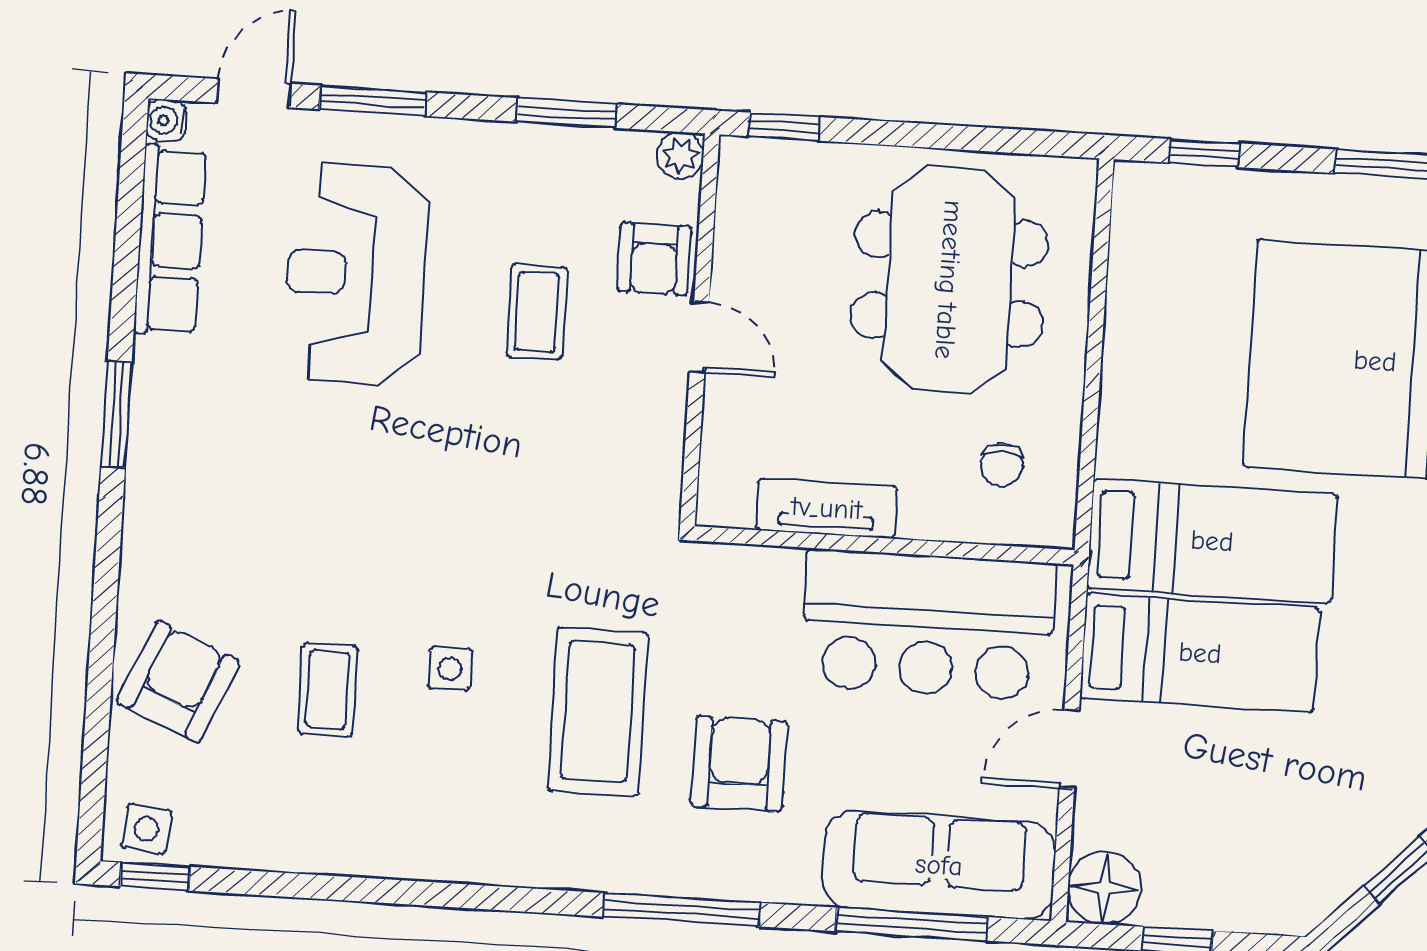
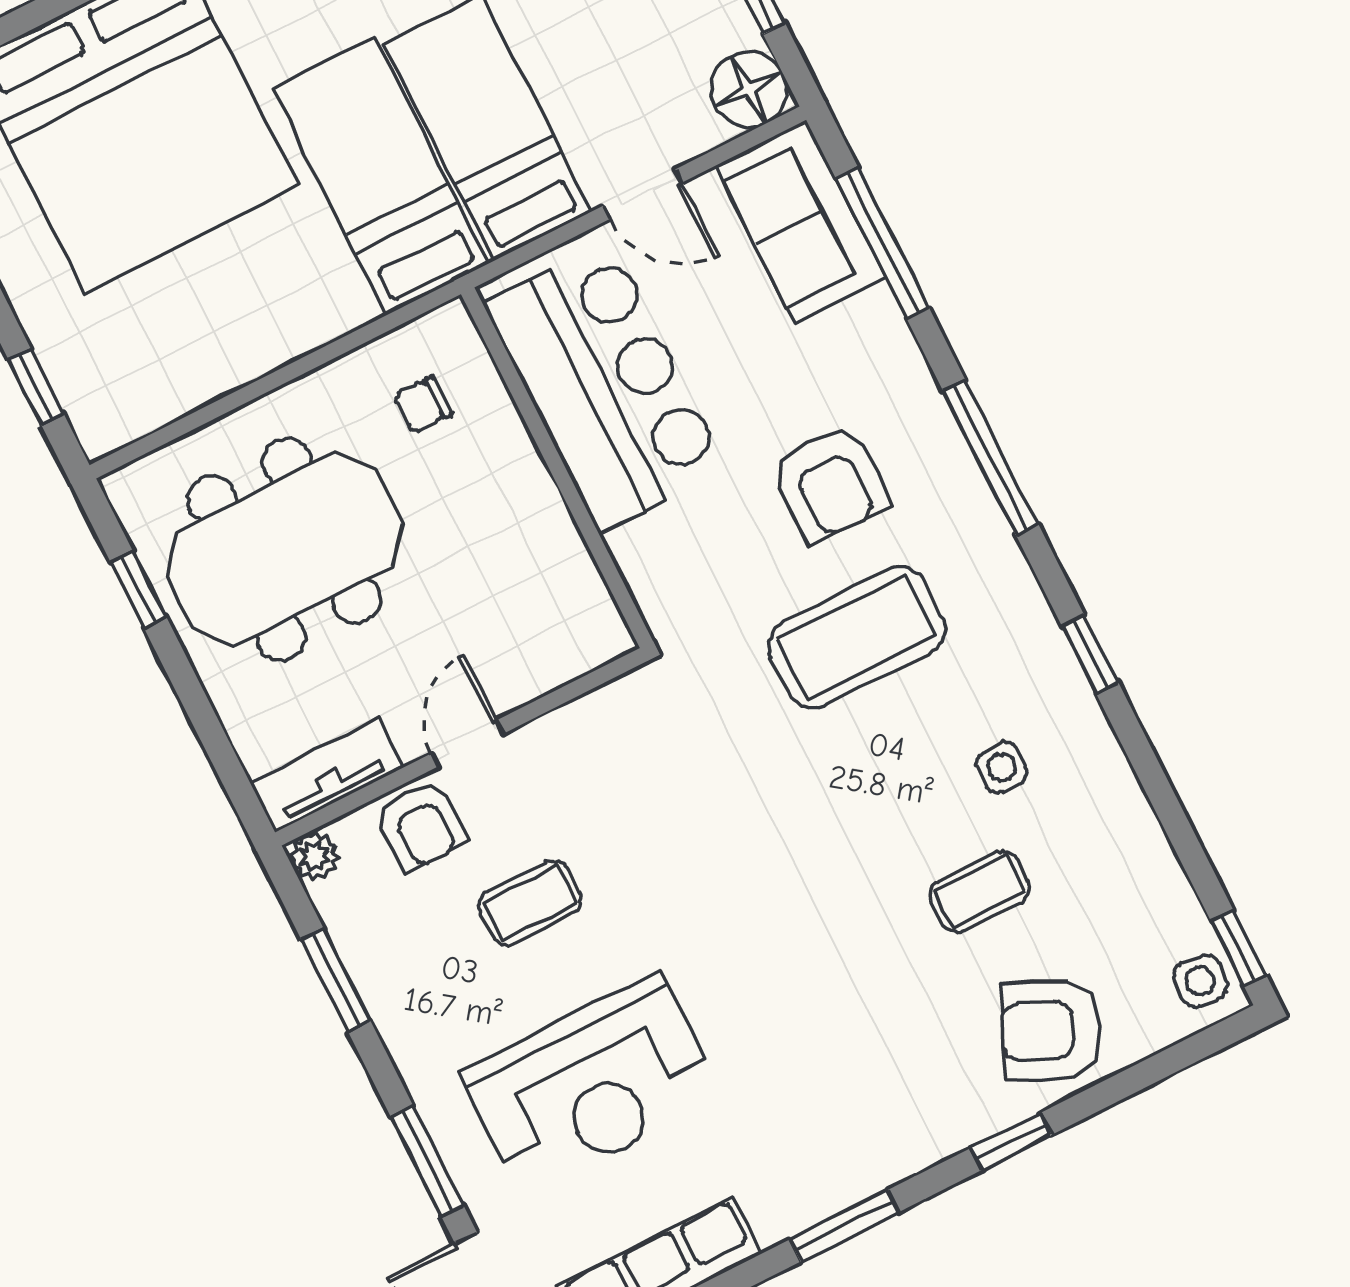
window: (784, 127) -> (139, 590), moved
armchair: (654, 259) -> (421, 825), turned 90
chair: (1002, 465) -> (423, 405), turned 180
tv unit: (827, 508) -> (327, 775), moved, turned 90
window: (105, 594) -> (1011, 1141), added
side table: (450, 669) -> (1002, 767), moved
armchair: (739, 764) -> (830, 483), turned -90
sofa: (939, 865) -> (801, 222), width x0.73
window: (470, 896) -> (1090, 654), added

